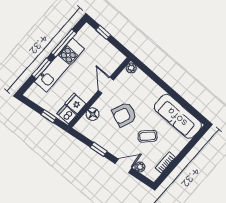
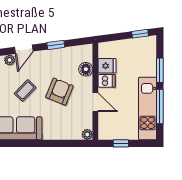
window: (103, 32) -> (121, 143), moved
kitchen unit: (59, 65) -> (148, 109), moved
dishwasher: (67, 114) -> (107, 81), moved
window: (49, 116) -> (140, 34), moved

